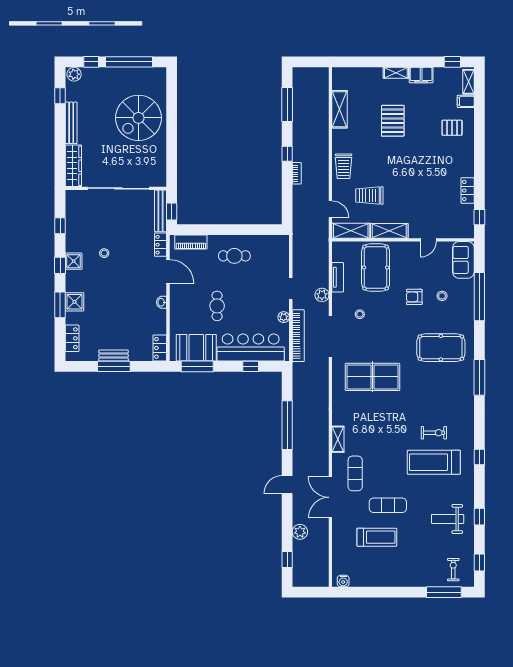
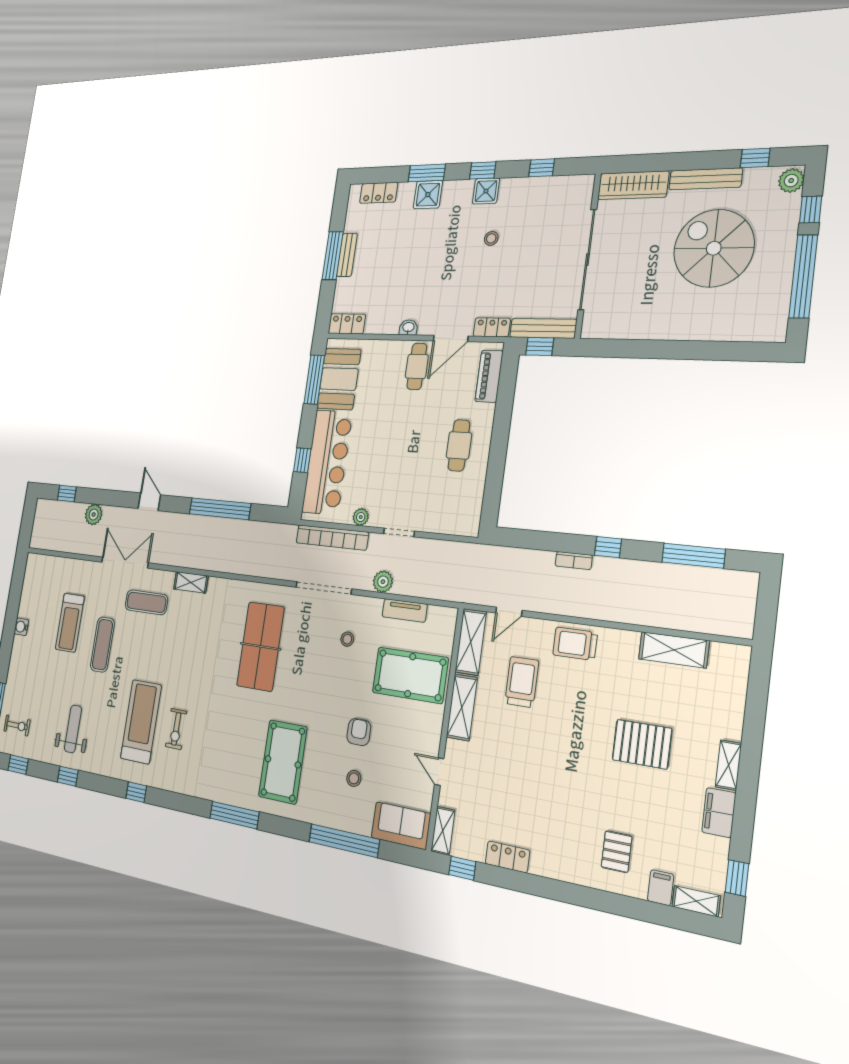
spiral stairs: (138, 118) -> (714, 248), moved
shelving: (461, 232) -> (443, 831), added
cafe table: (217, 306) -> (417, 366), moved, turned 90
water cooler: (343, 581) -> (21, 627), moved

